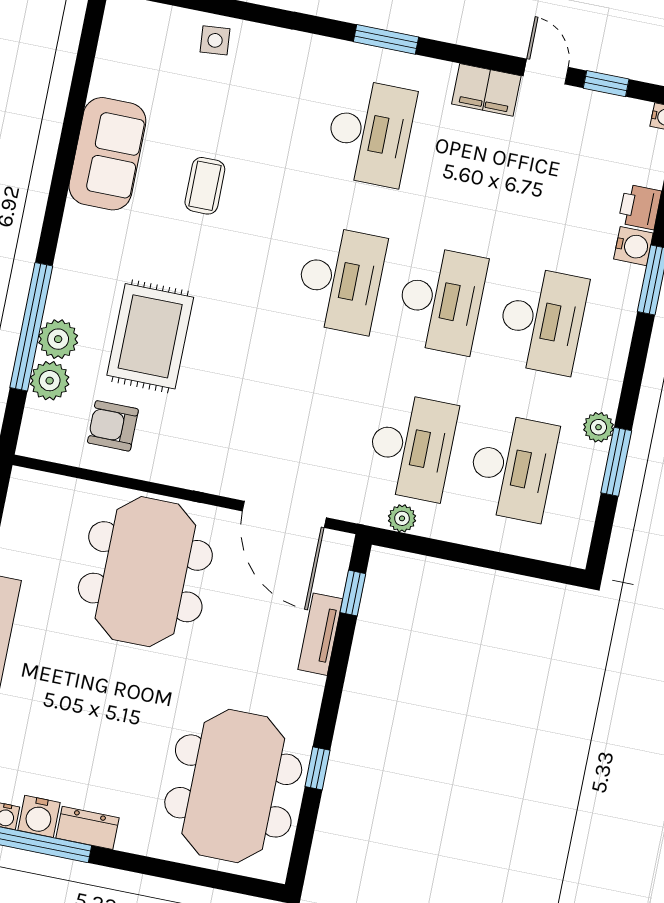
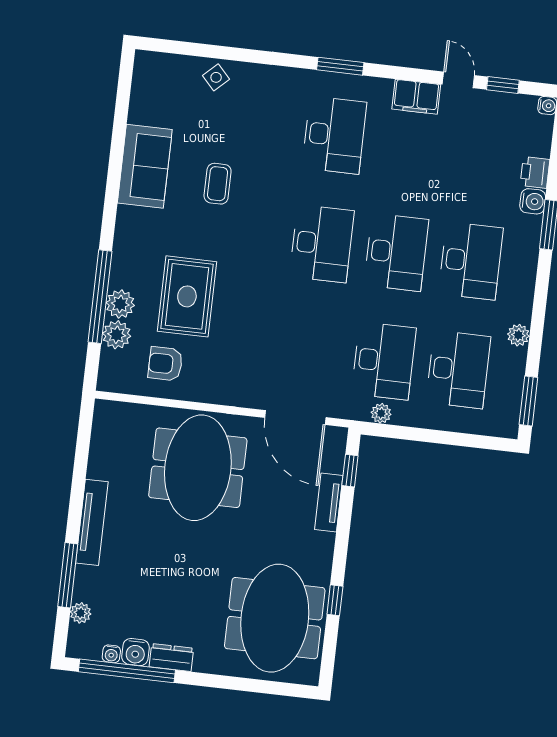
side table: (215, 40) -> (216, 77), turned -38
window: (616, 462) -> (528, 401), moved

